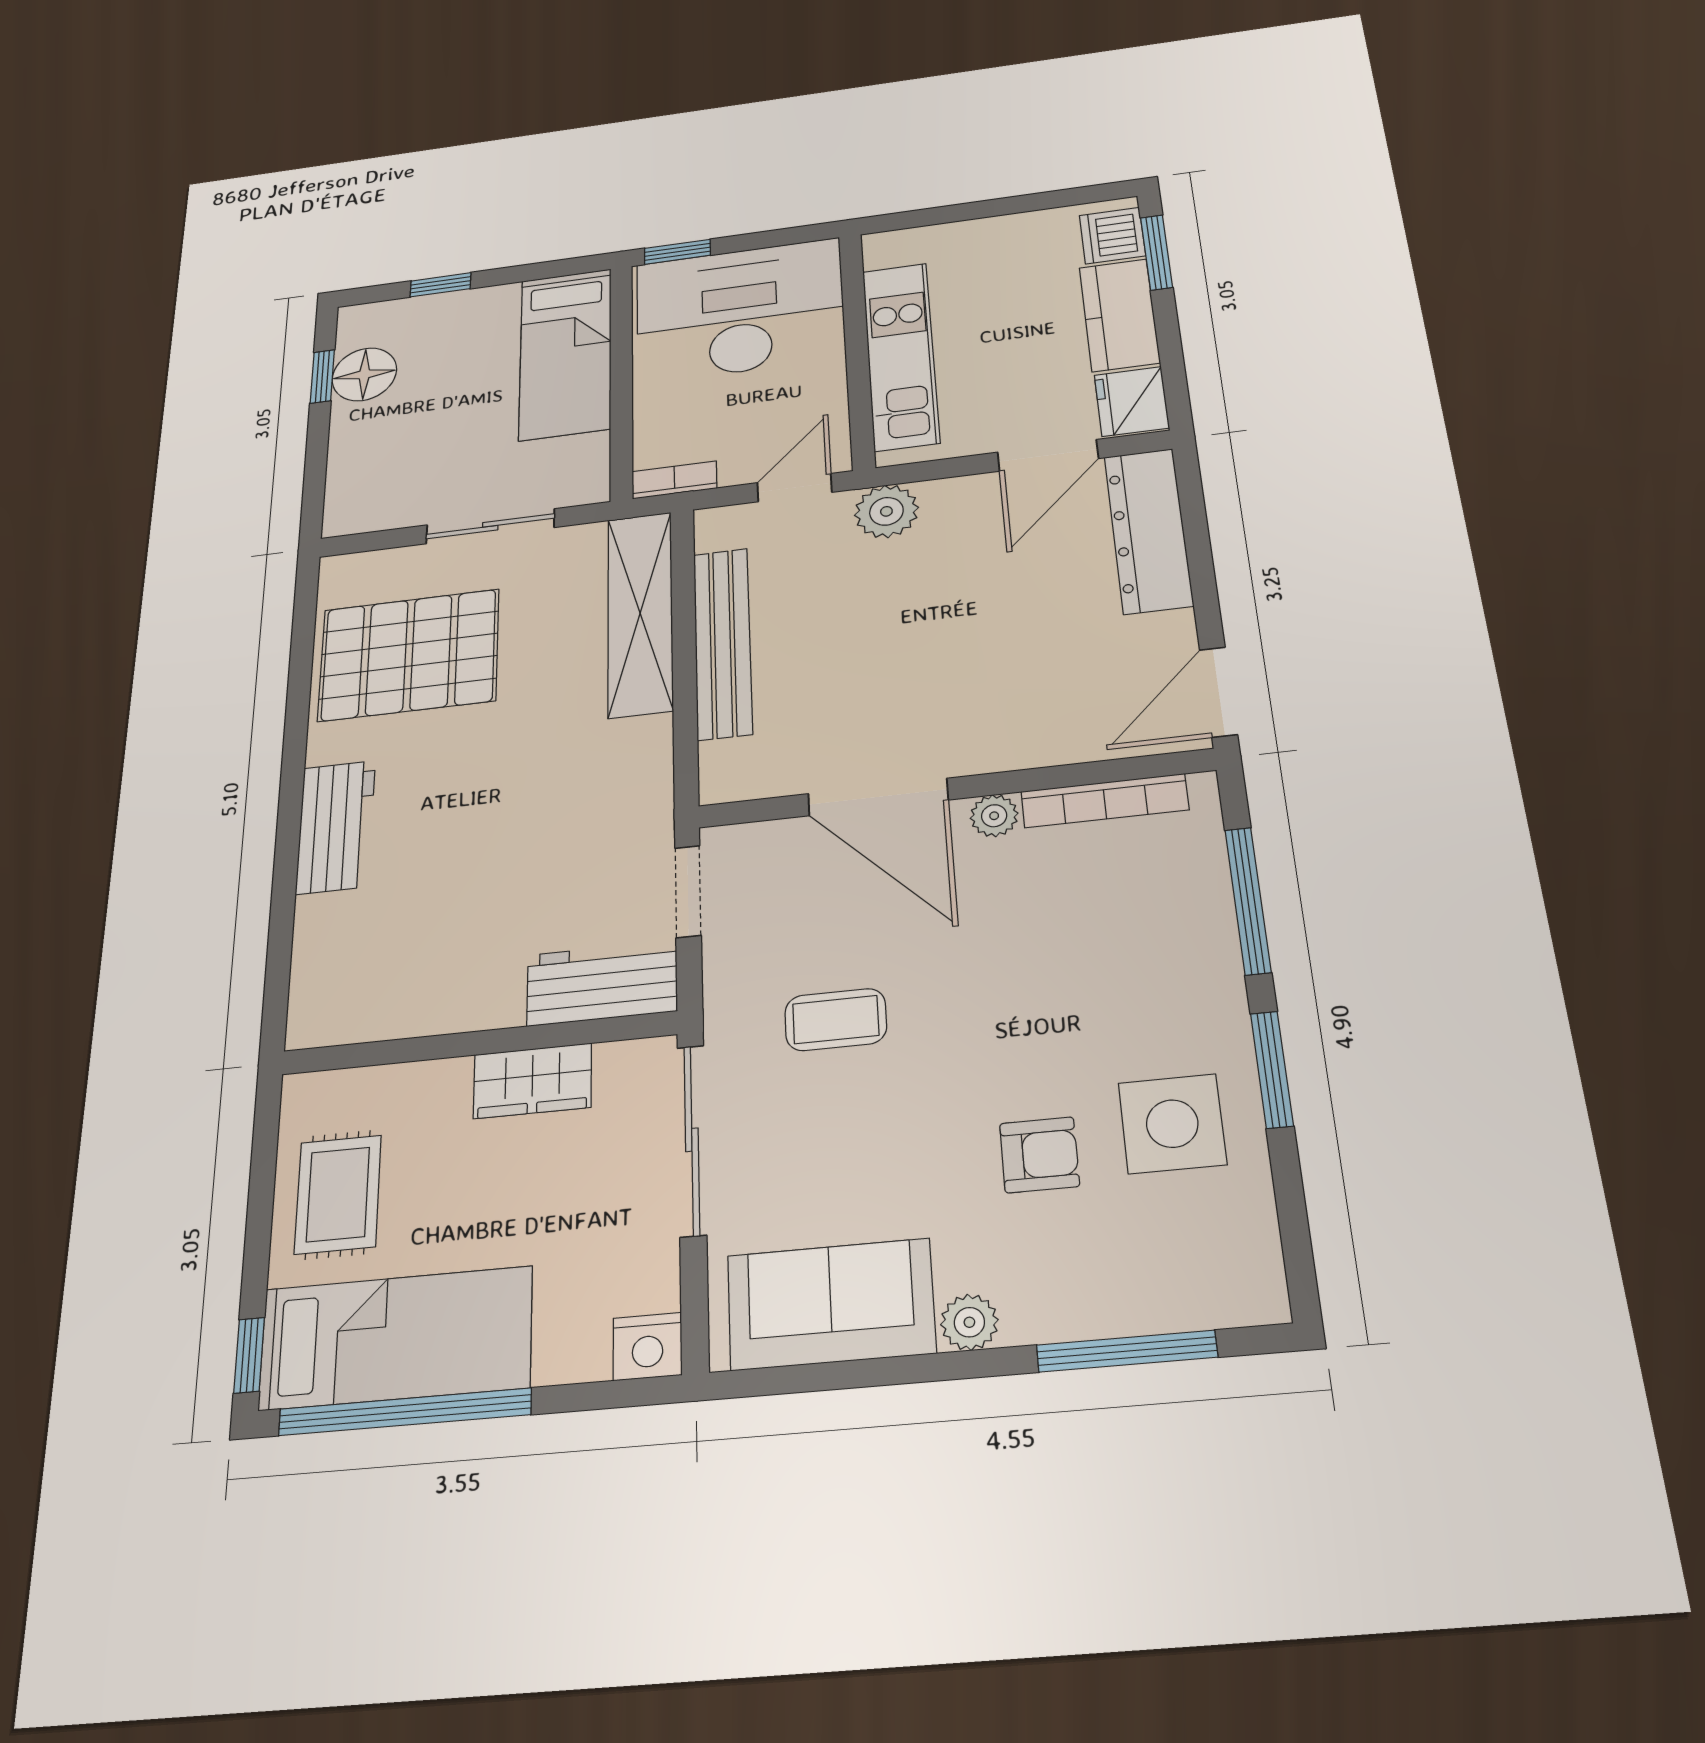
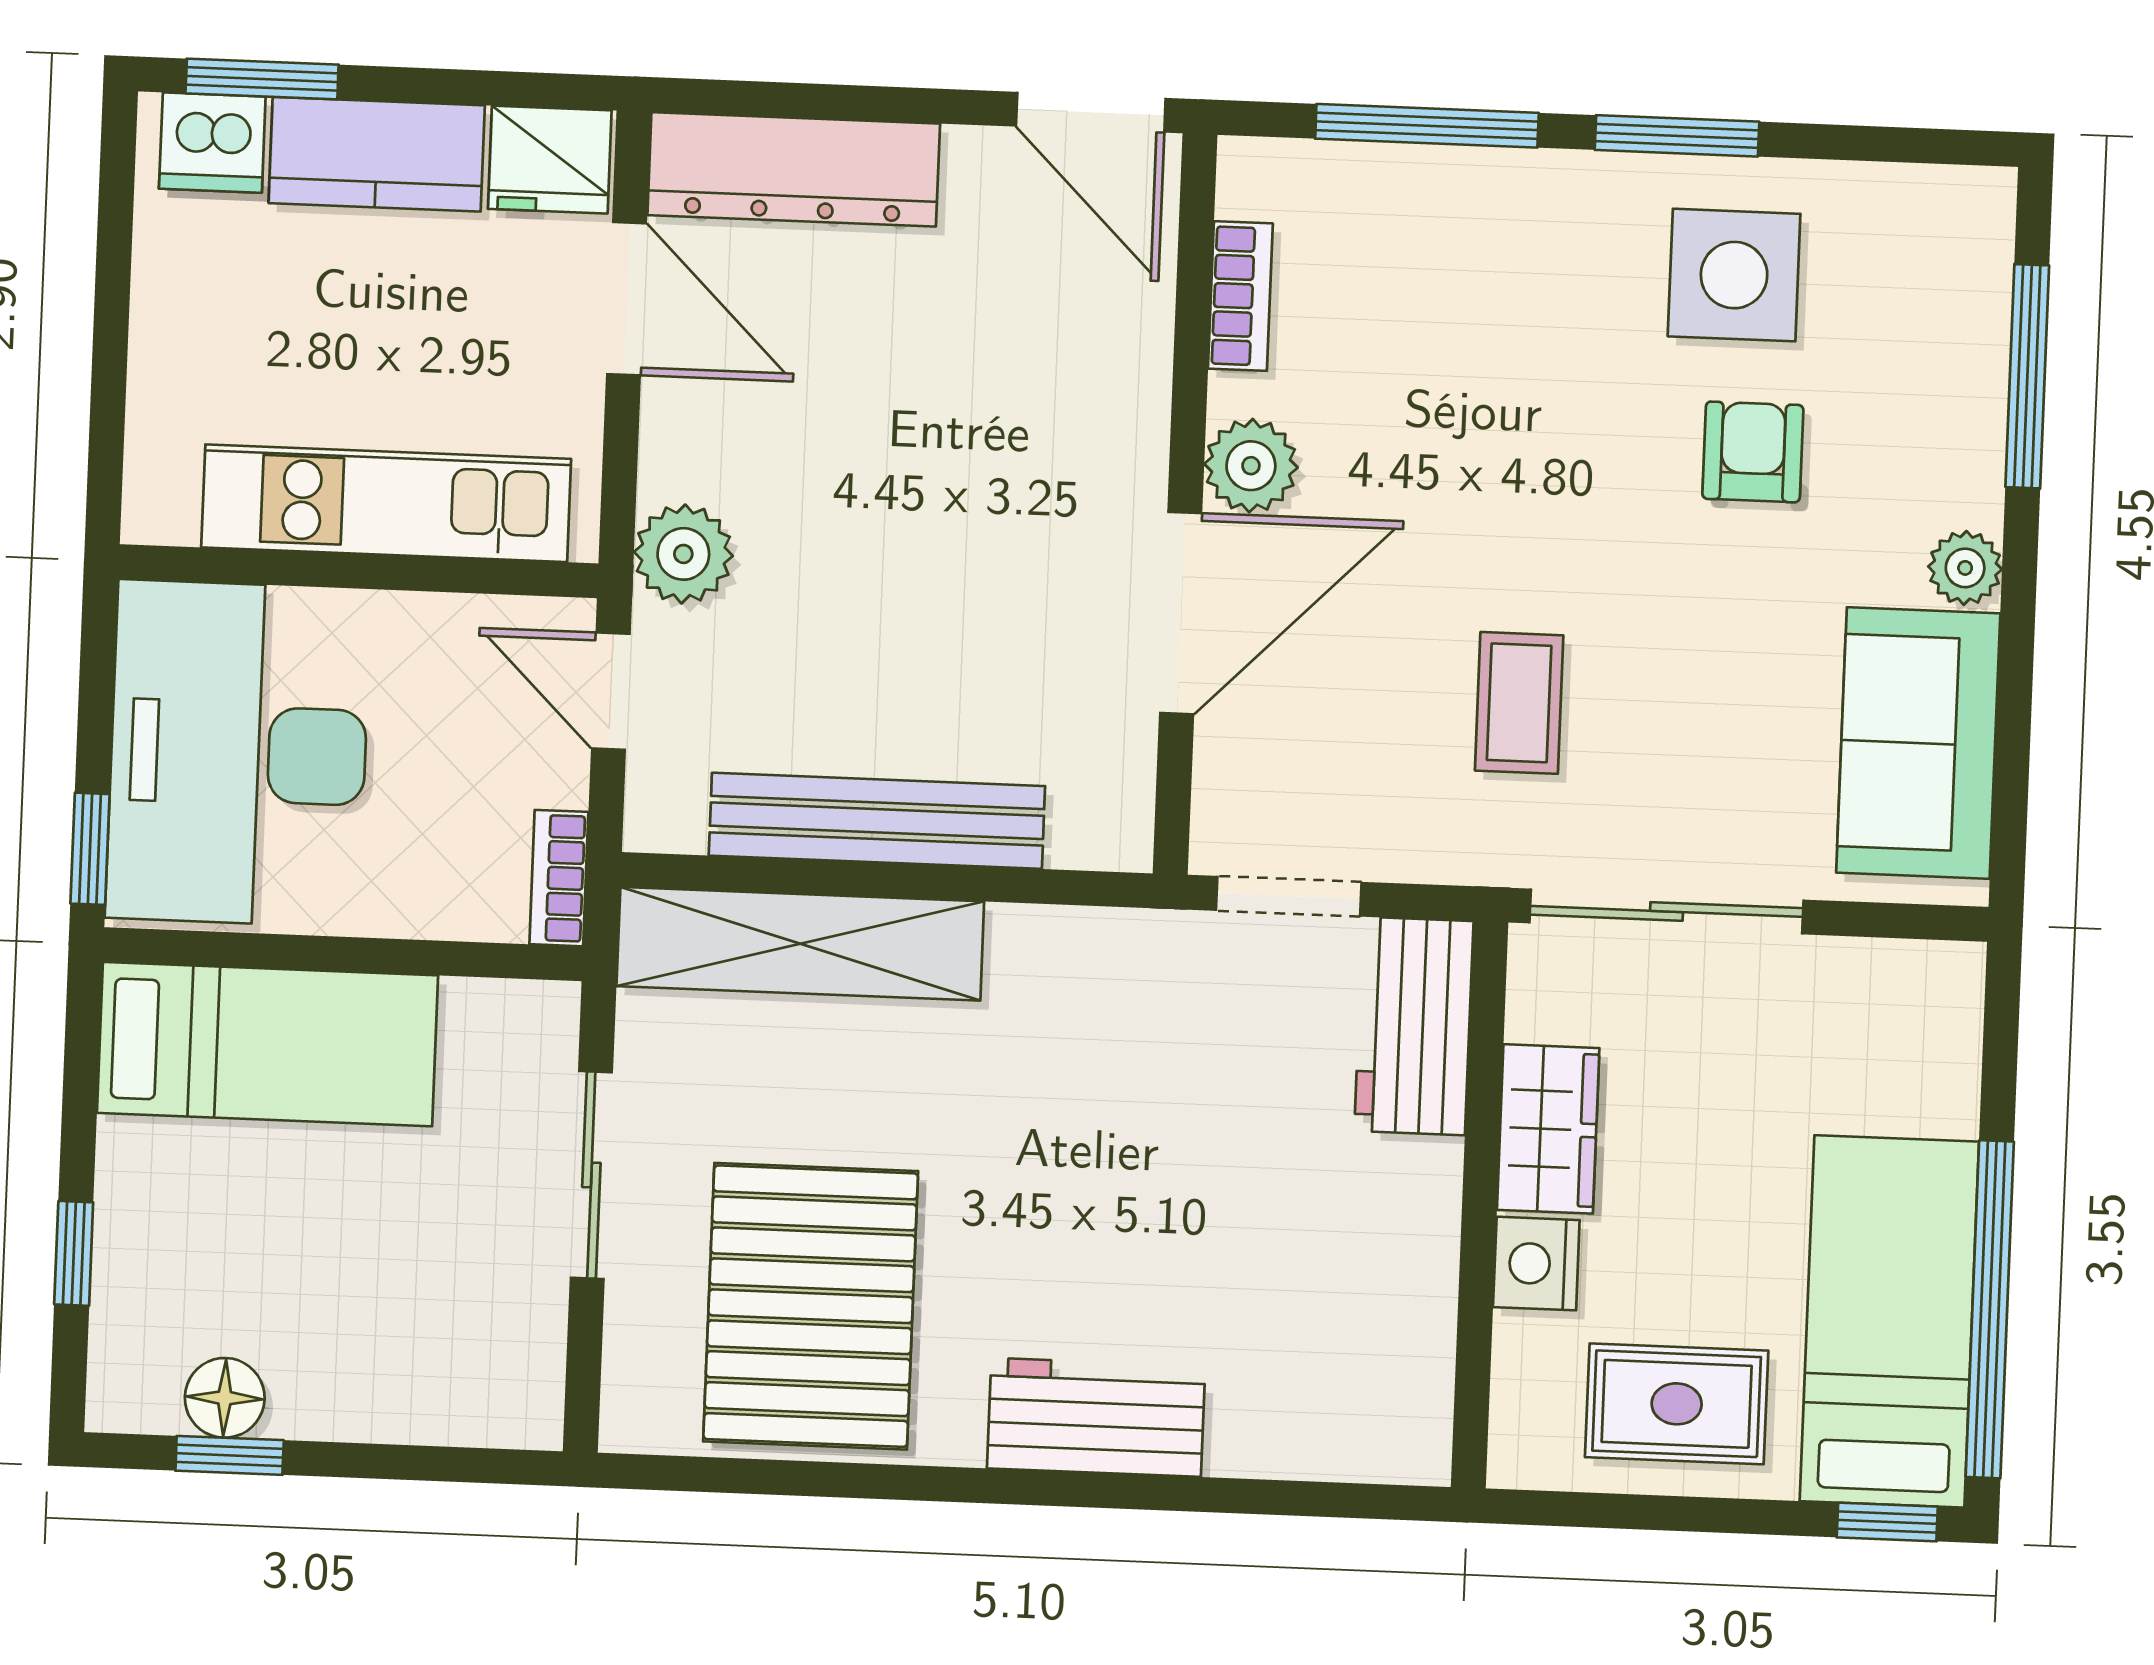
floor lamp: (364, 374) -> (225, 1398), width x0.73, depth x0.73
bookcase: (1105, 801) -> (1240, 296), width x0.64
plant: (994, 816) -> (1251, 466), width x1.38, depth x1.38
nightstand: (647, 1346) -> (1536, 1264), moved, turned 180

